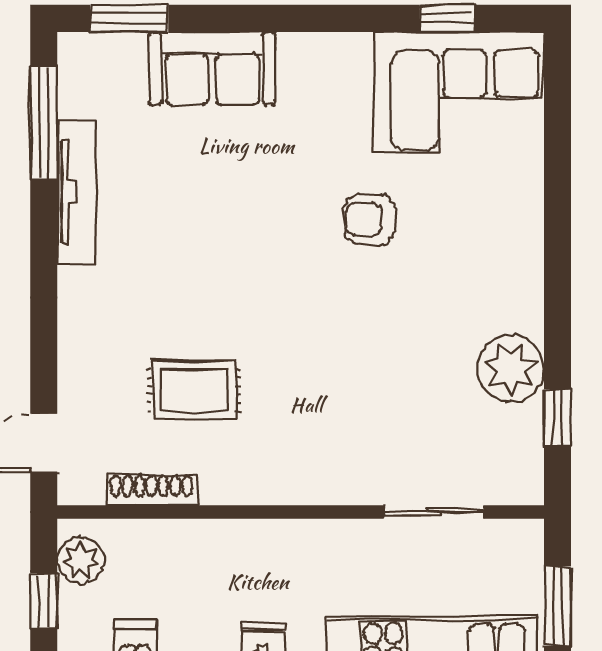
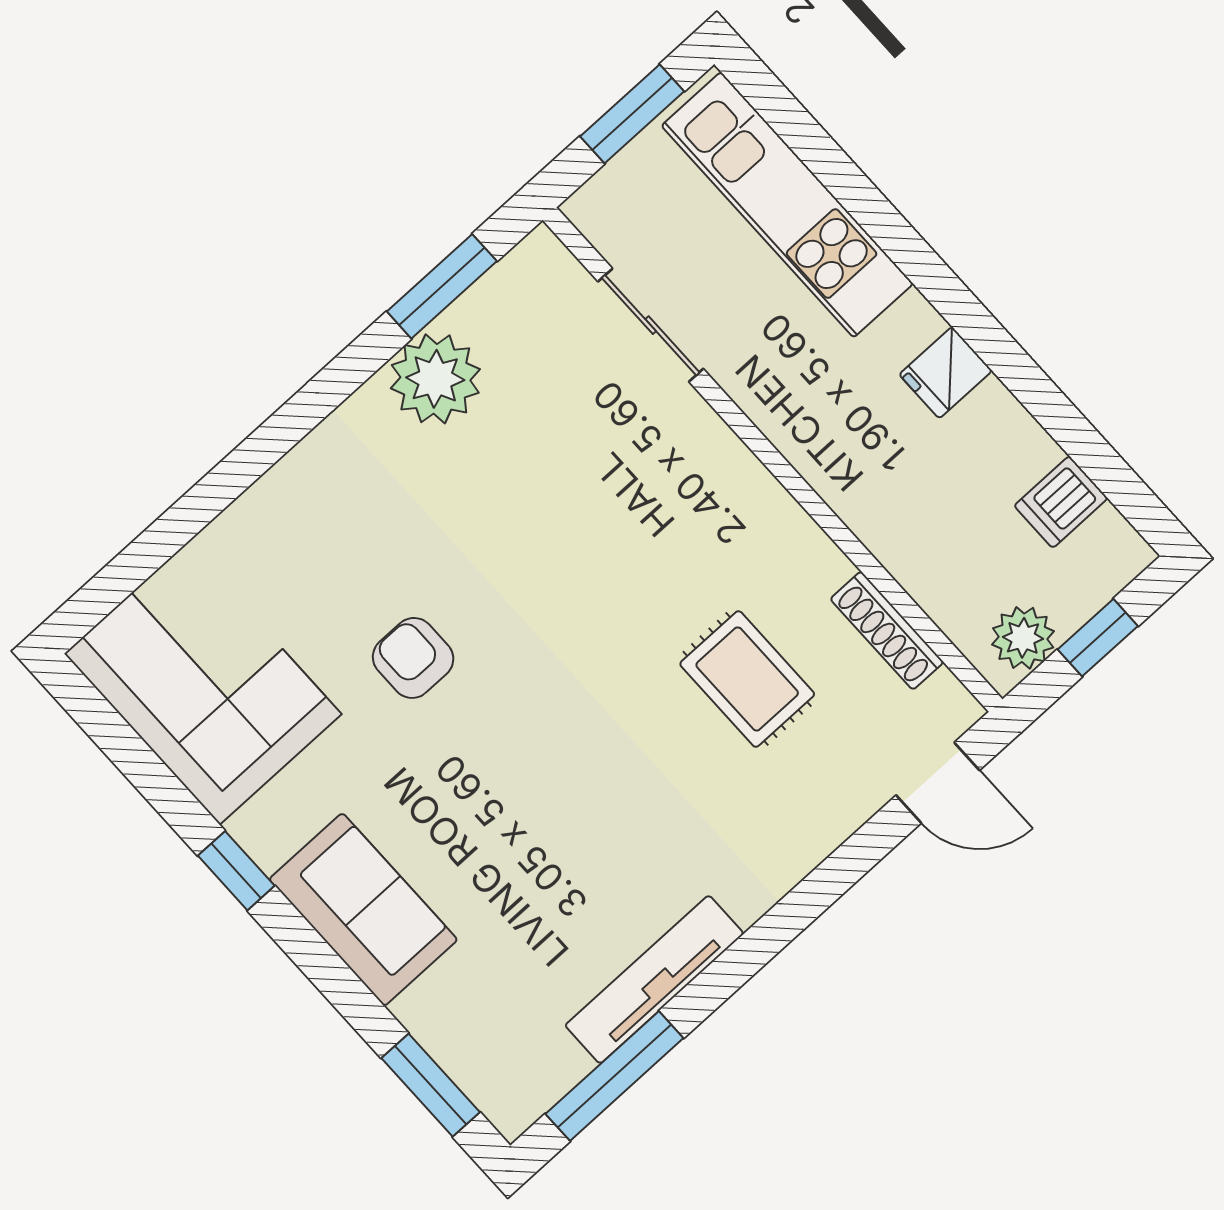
window: (447, 18) -> (236, 871), moved
sofa: (212, 68) -> (363, 910), moved
armchair: (370, 219) -> (413, 658), turned 180
window: (557, 418) -> (442, 286), width x1.50

